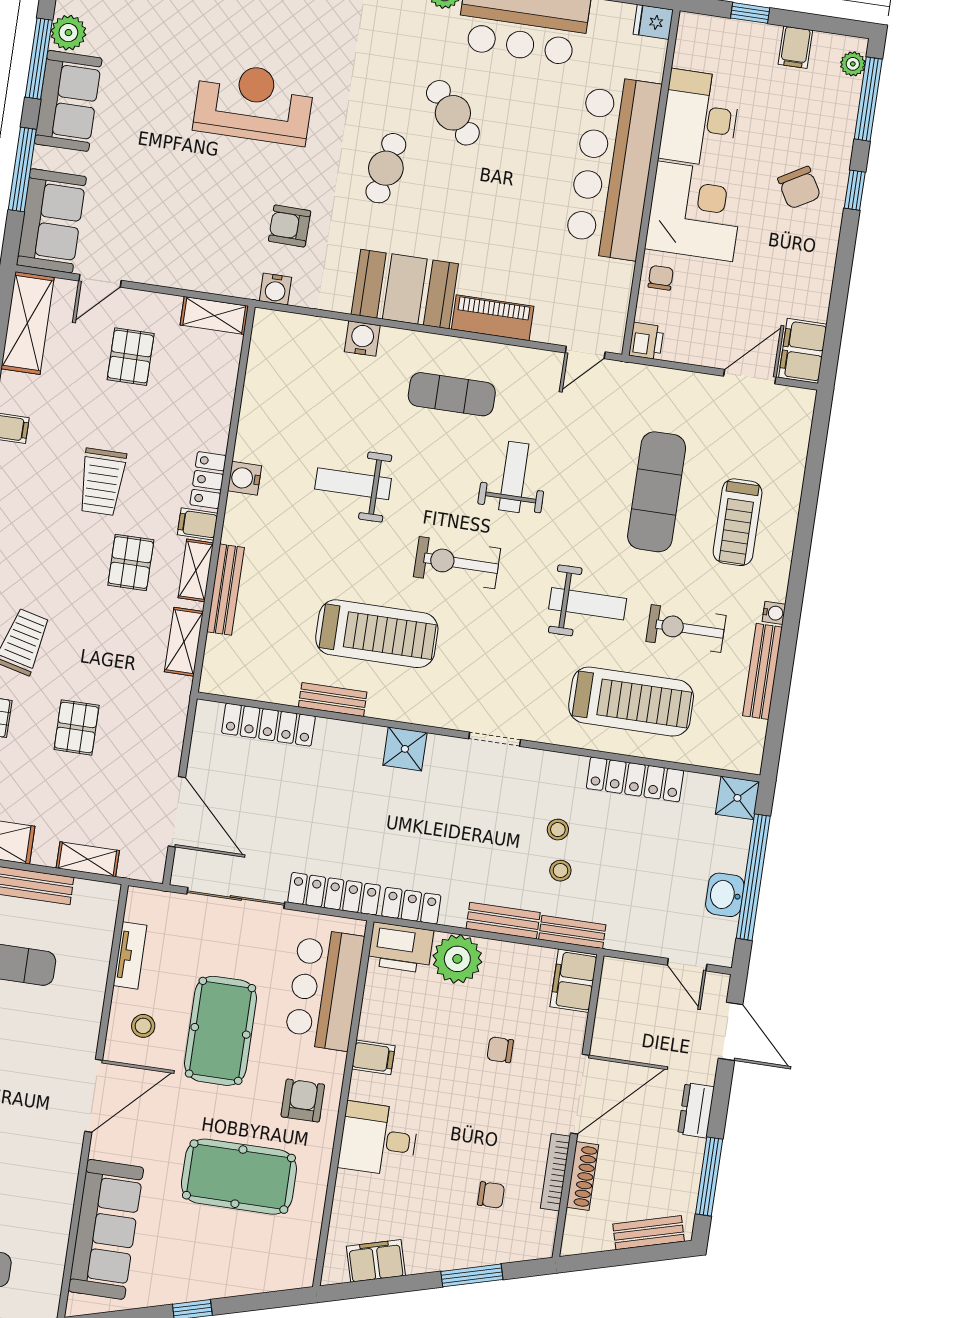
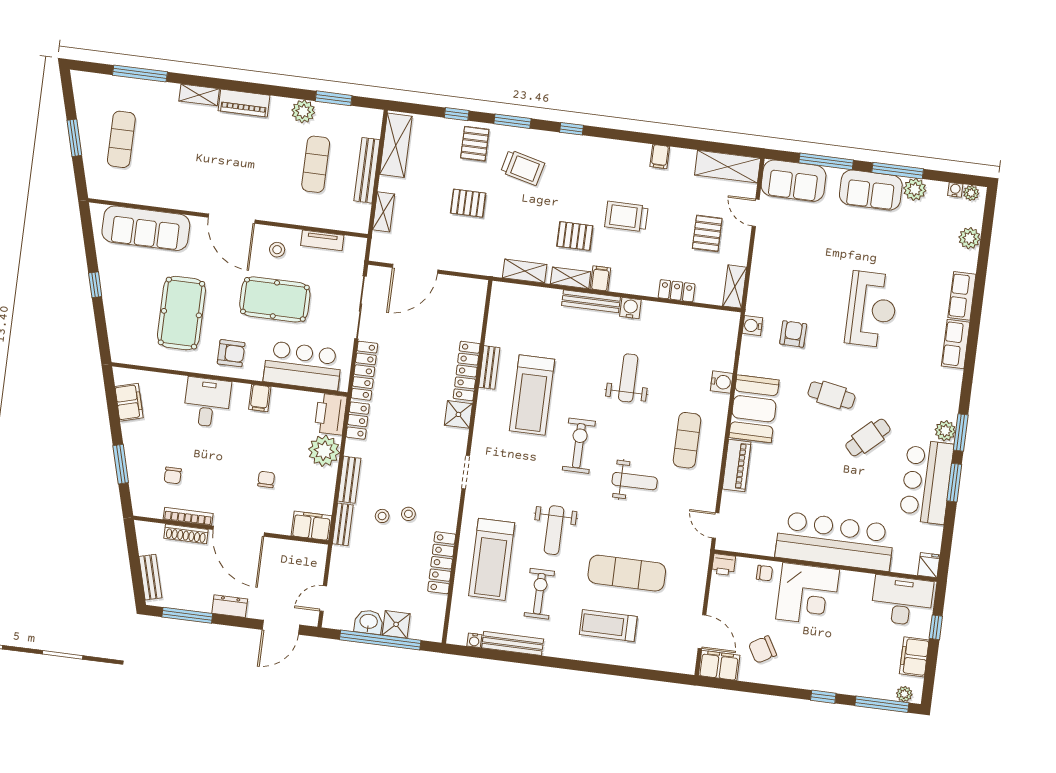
filing cabinet: (795, 47) -> (914, 657), width x2.00
desk: (700, 118) -> (902, 601), moved
chair: (799, 188) -> (762, 650), moved
pallet: (131, 357) -> (707, 233), turned 90
locker: (208, 480) -> (677, 291), moved
bench: (225, 590) -> (591, 301), moved
water cooler: (774, 613) -> (474, 640), moved
locker: (268, 725) -> (467, 371), moved
shower: (737, 798) -> (396, 624), moved

